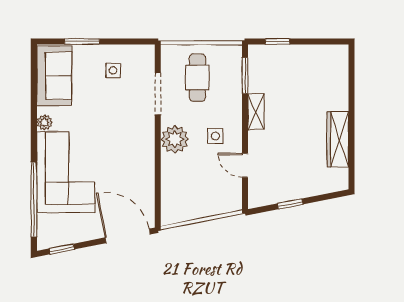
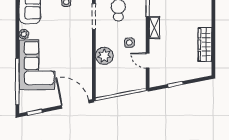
plant: (175, 139) -> (104, 56), moved

